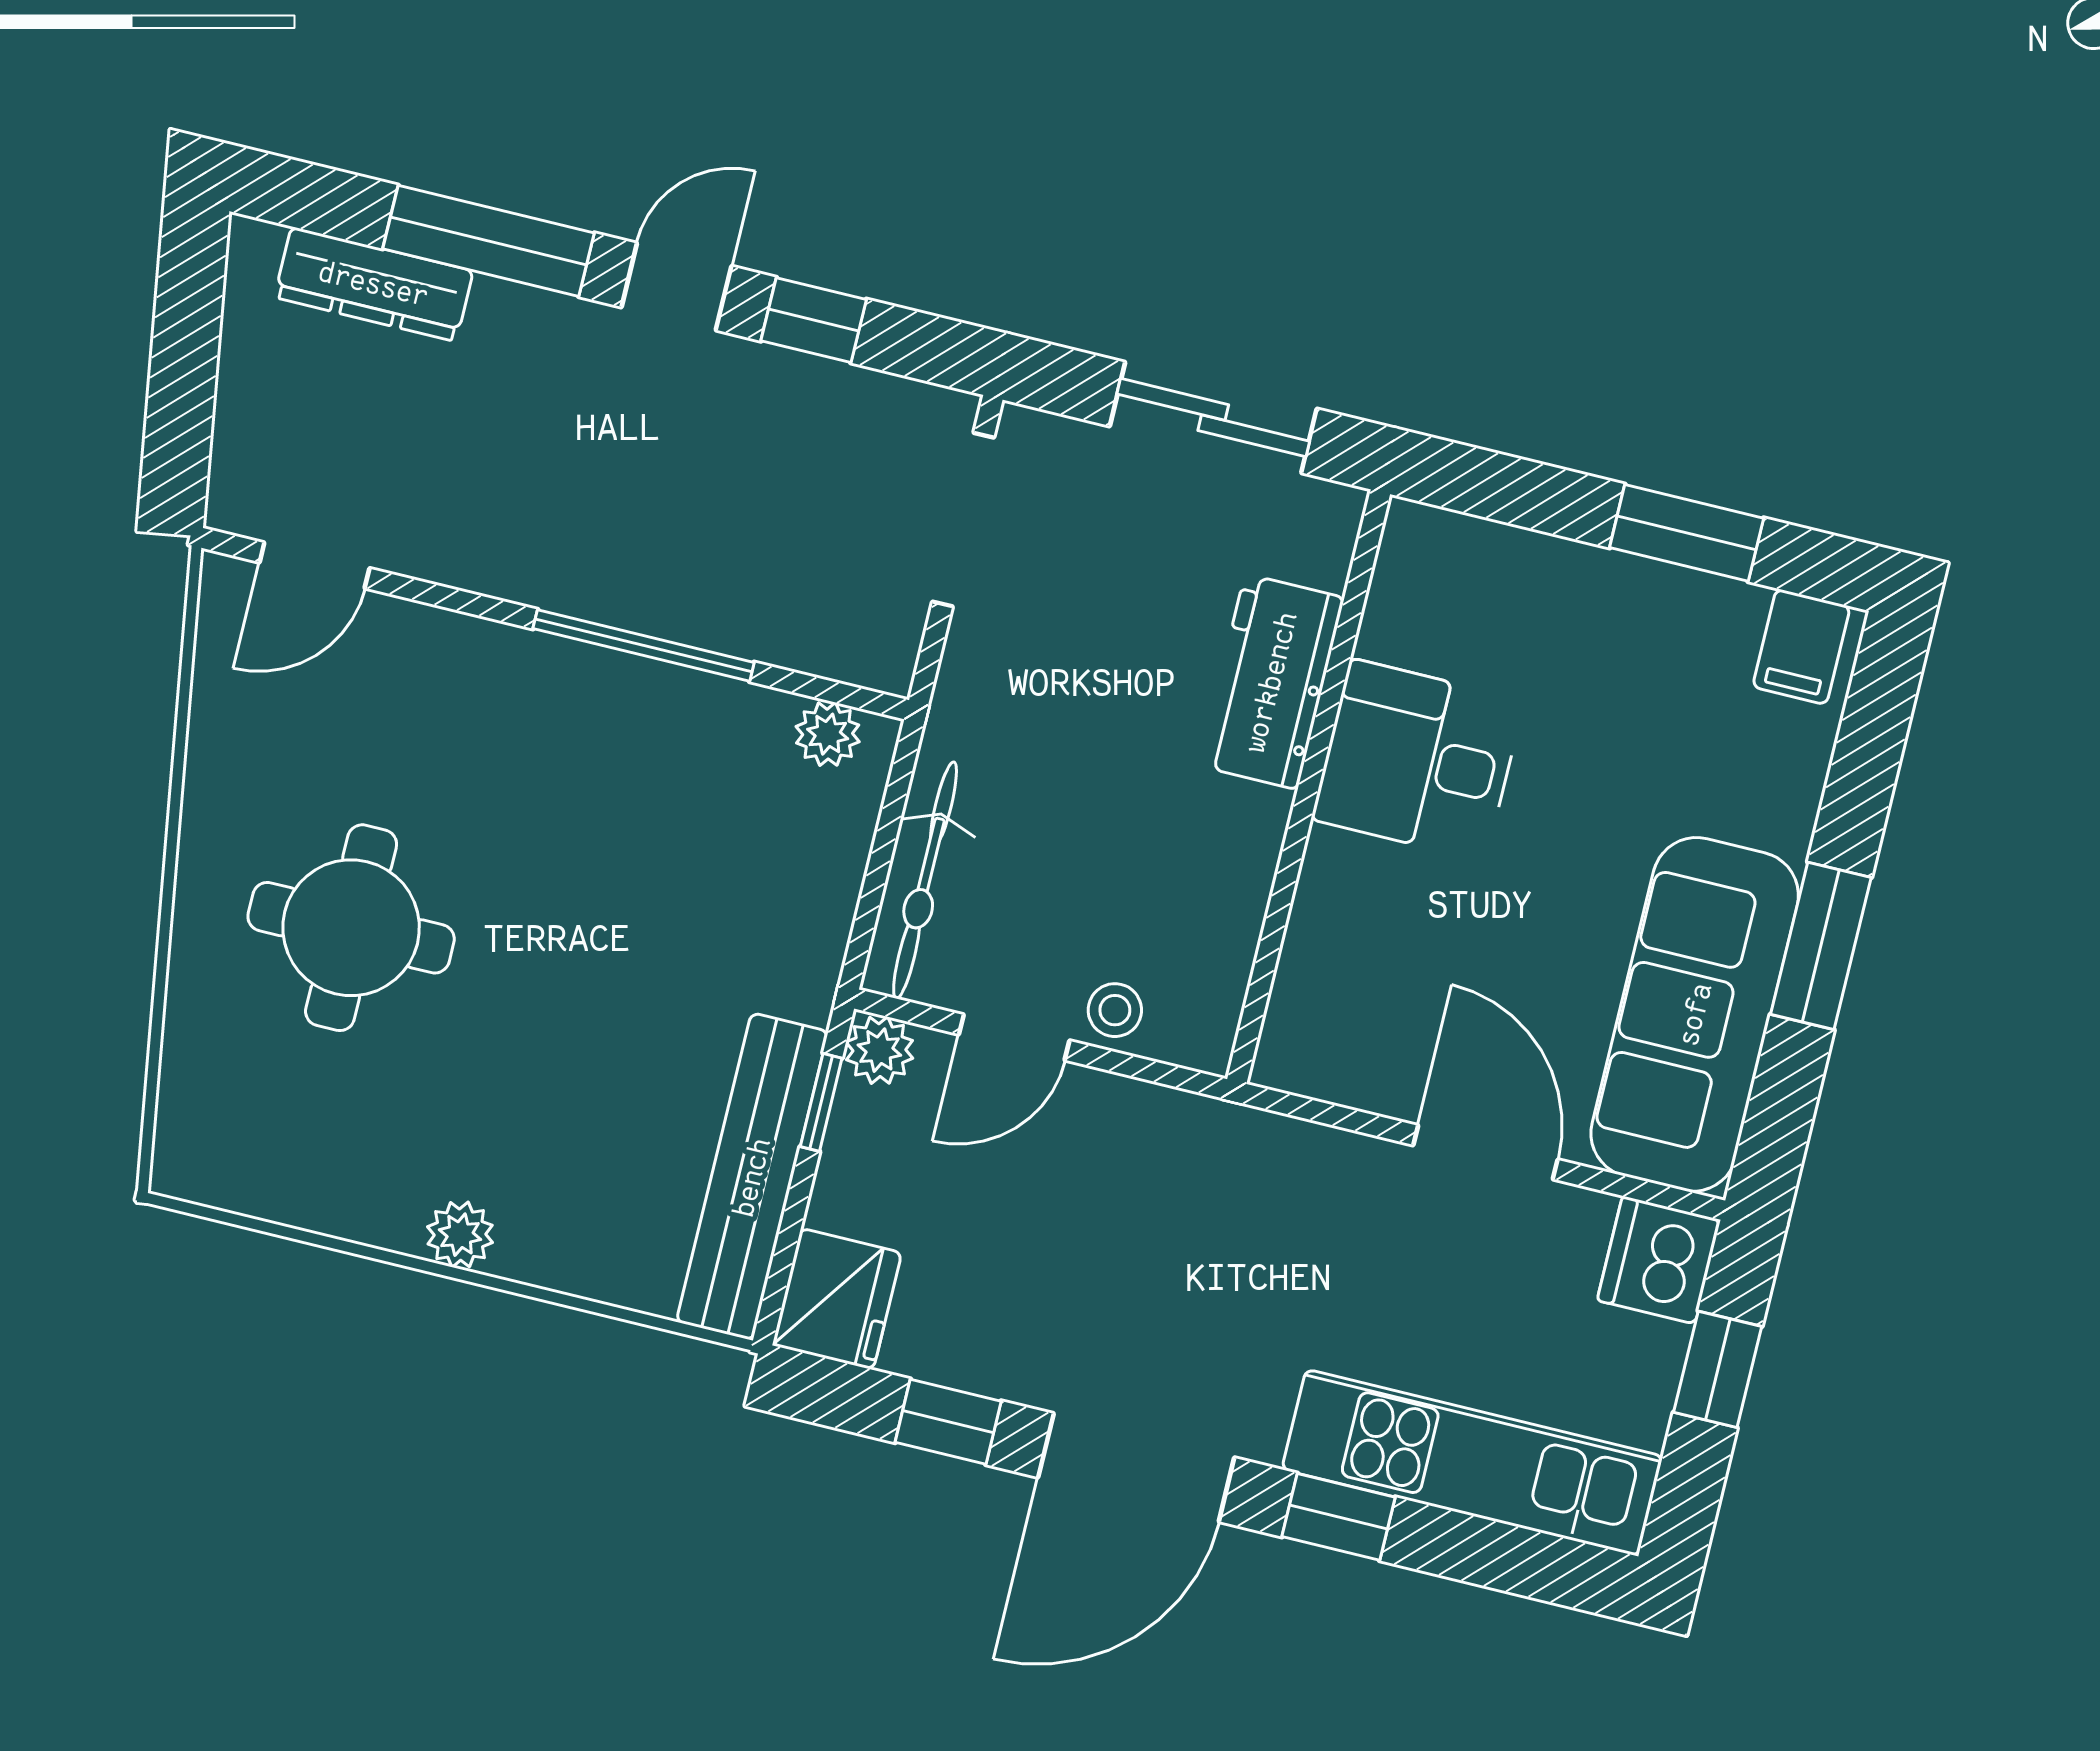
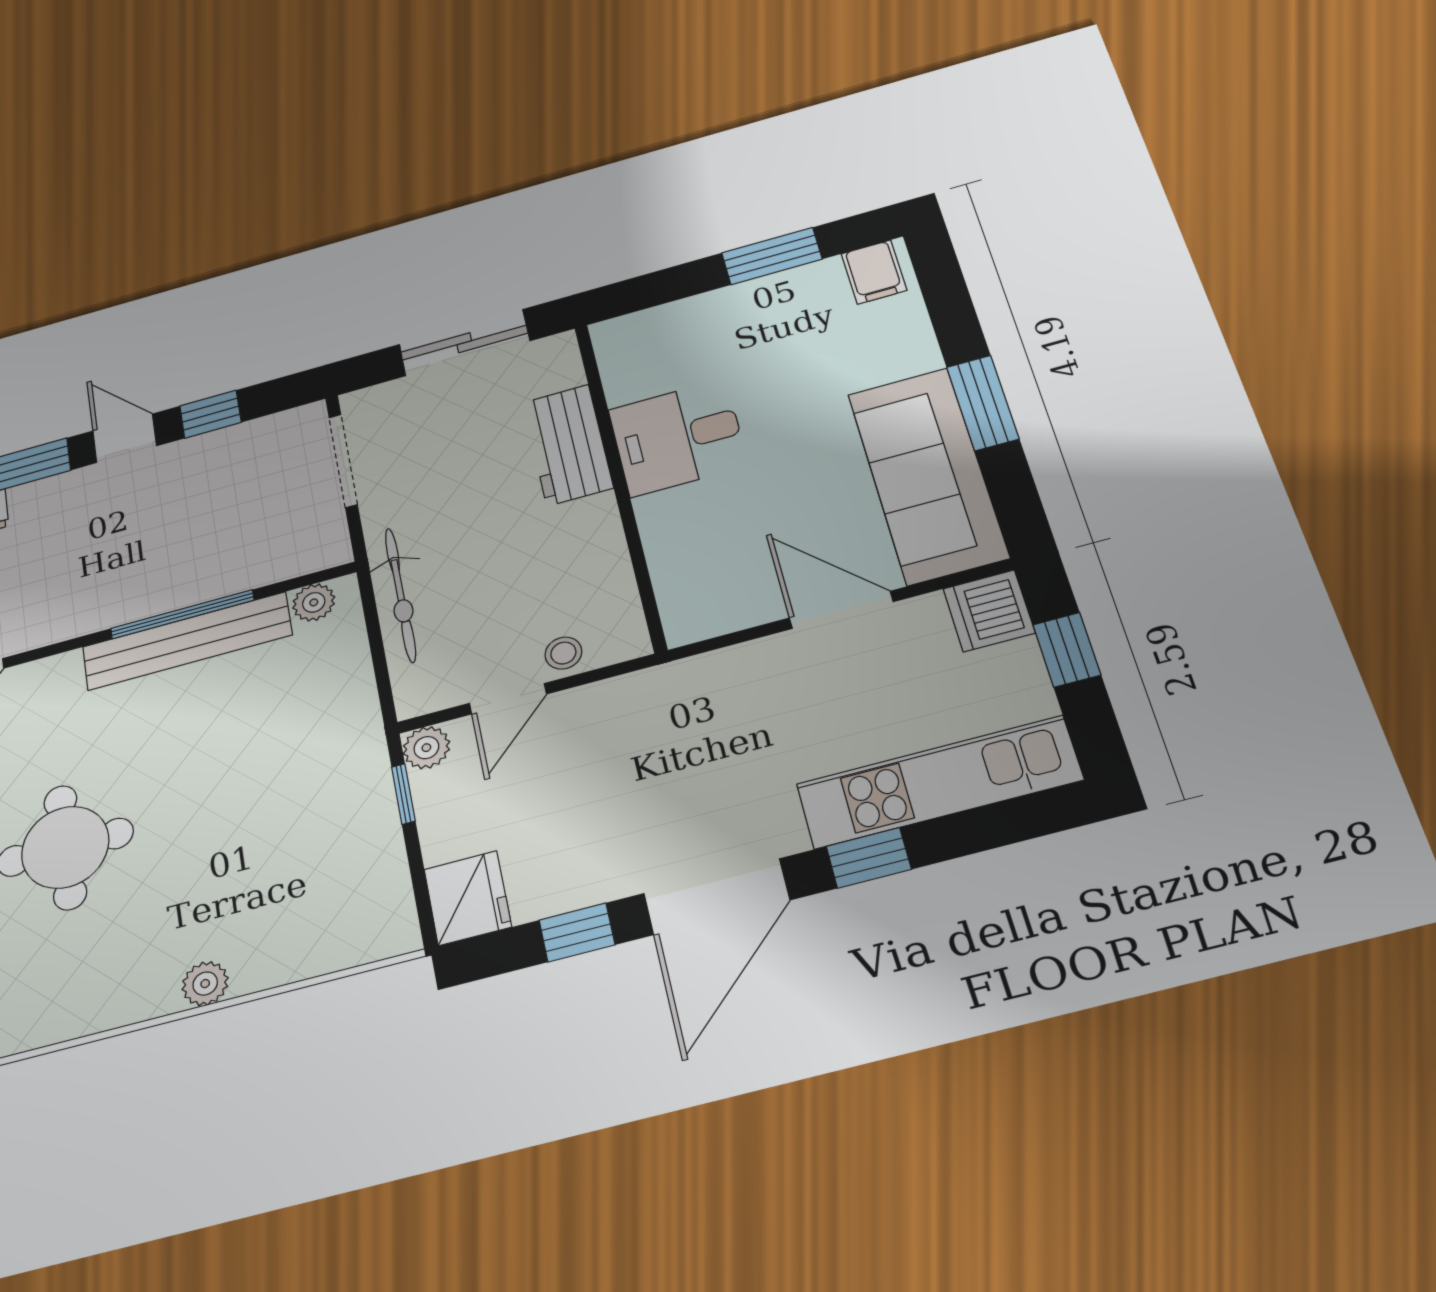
door: (676, 287) -> (125, 438), hinge flipped
bicycle: (925, 880) -> (400, 595), moved
bench: (752, 1177) -> (187, 641), moved, turned 90

